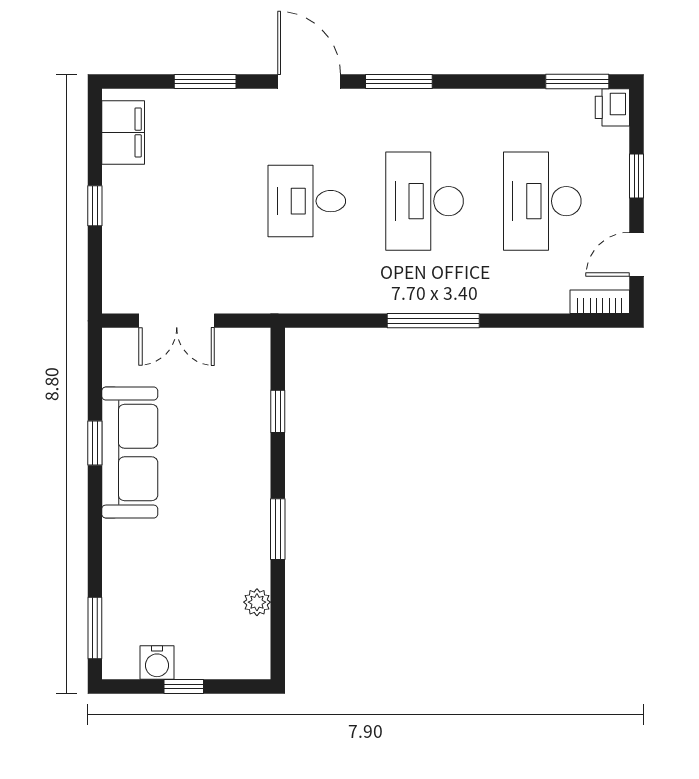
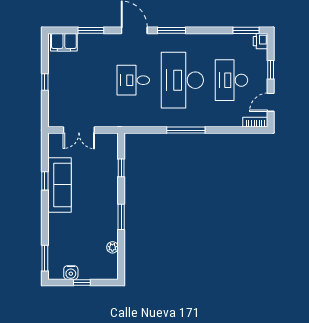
filing cabinet: (123, 132) -> (64, 42), moved, turned 90
desk: (425, 201) -> (182, 80), width x1.36, depth x1.30

